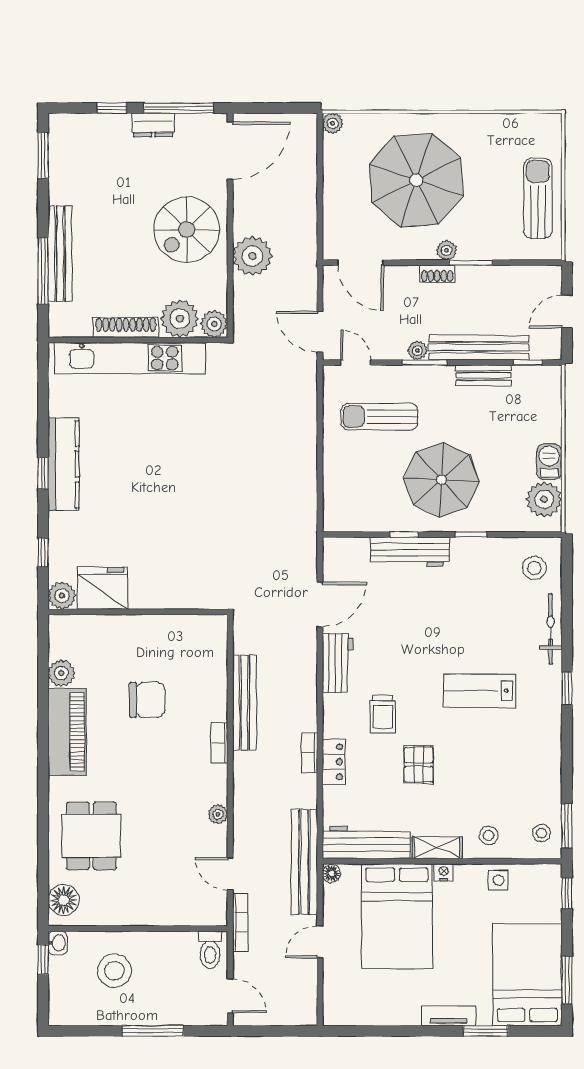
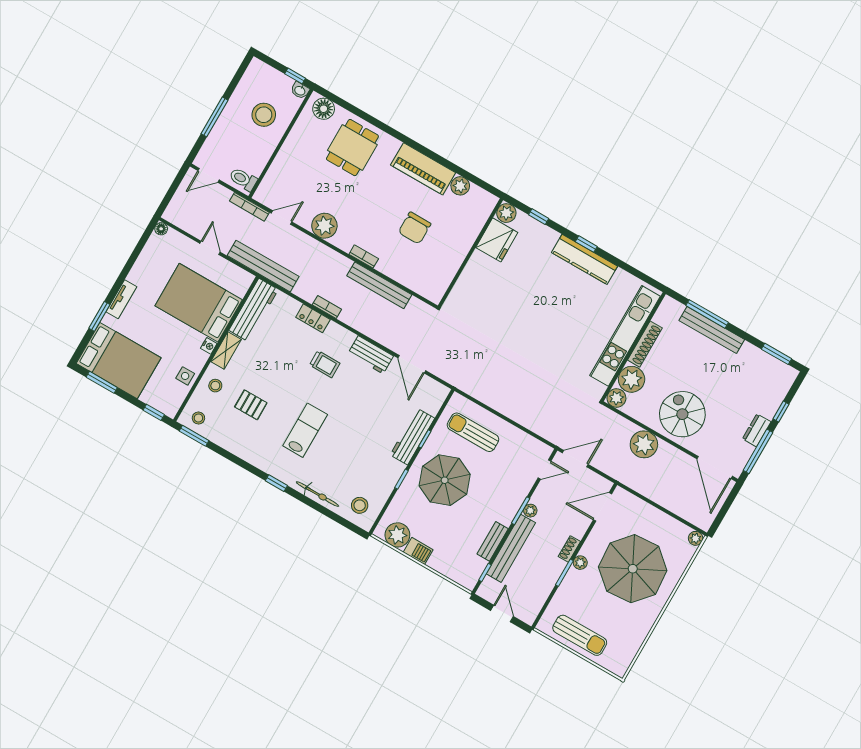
sun lounger: (379, 417) -> (473, 432), moved, turned -90
trolley: (383, 714) -> (325, 364), turned 180
pallet: (419, 765) -> (251, 405), moved
plant: (218, 814) -> (324, 226), width x1.88, depth x1.88
dining table: (91, 836) -> (352, 148), turned 90
floor lamp: (331, 873) -> (161, 229), moved

